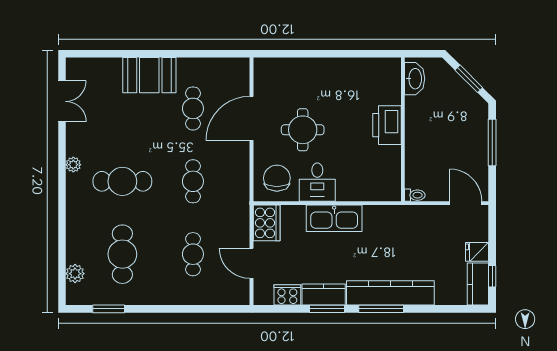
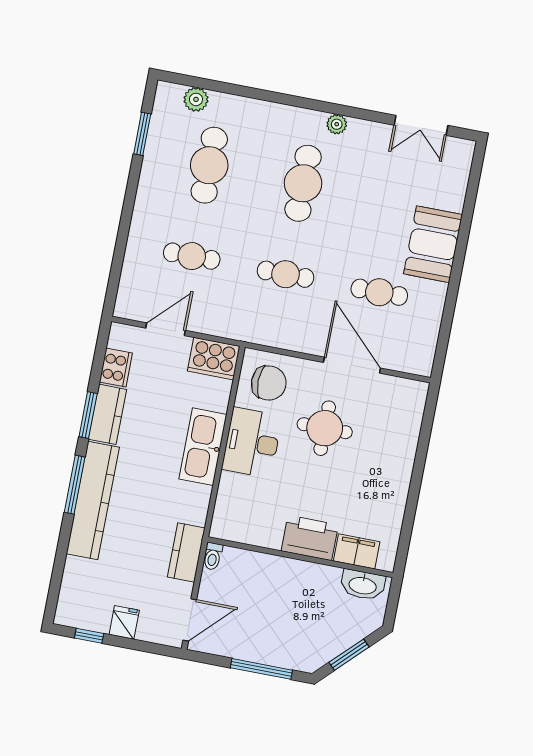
filing cabinet: (390, 88) -> (357, 551), added
desk: (317, 182) -> (252, 443), width x1.37
cafe table: (122, 254) -> (209, 165), turned 90
kitchen counter: (478, 284) -> (186, 553), moved, turned -90

